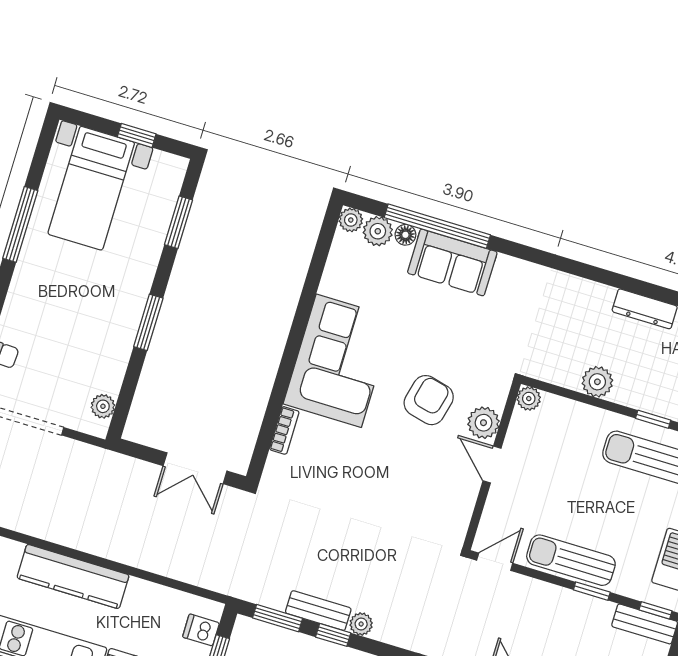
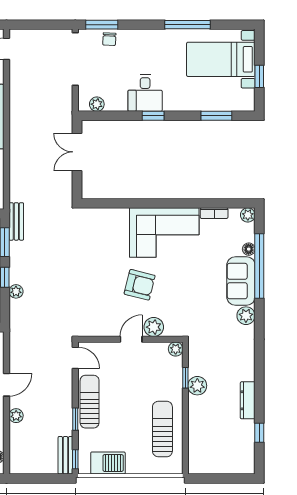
plant: (378, 231) -> (246, 316), moved
window: (148, 322) -> (153, 116), width x0.67
desk: (108, 324) -> (145, 93), added
armchair: (429, 400) -> (140, 285), moved
window: (653, 419) -> (185, 378), moved
bookcase: (284, 430) -> (214, 213), moved
double door: (195, 468) -> (77, 152), moved
bench: (318, 611) -> (16, 221), moved

